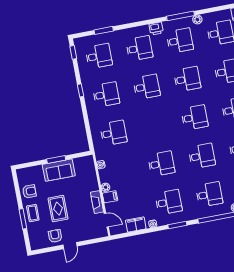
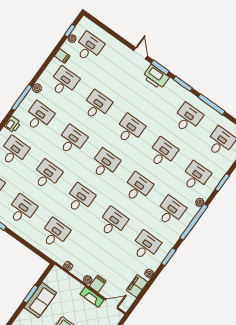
desk: (154, 125) -> (80, 199), added

